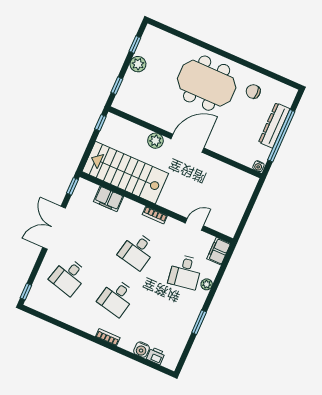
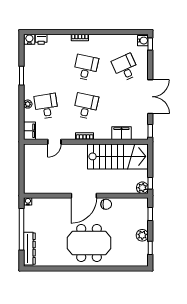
chair: (253, 91) -> (106, 204), moved
dresser: (274, 125) -> (29, 249), moved
plant: (155, 141) -> (142, 188), moved
desk: (69, 276) -> (125, 68), turned -39
water cooler: (33, 300) -> (143, 41), added
water cooler: (142, 350) -> (29, 39), moved

